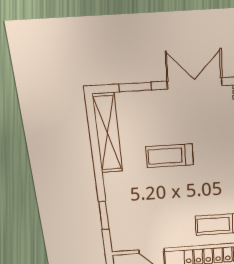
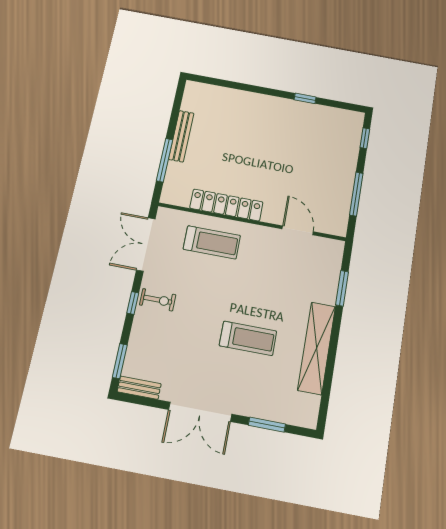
shelving: (108, 133) -> (317, 348), moved

